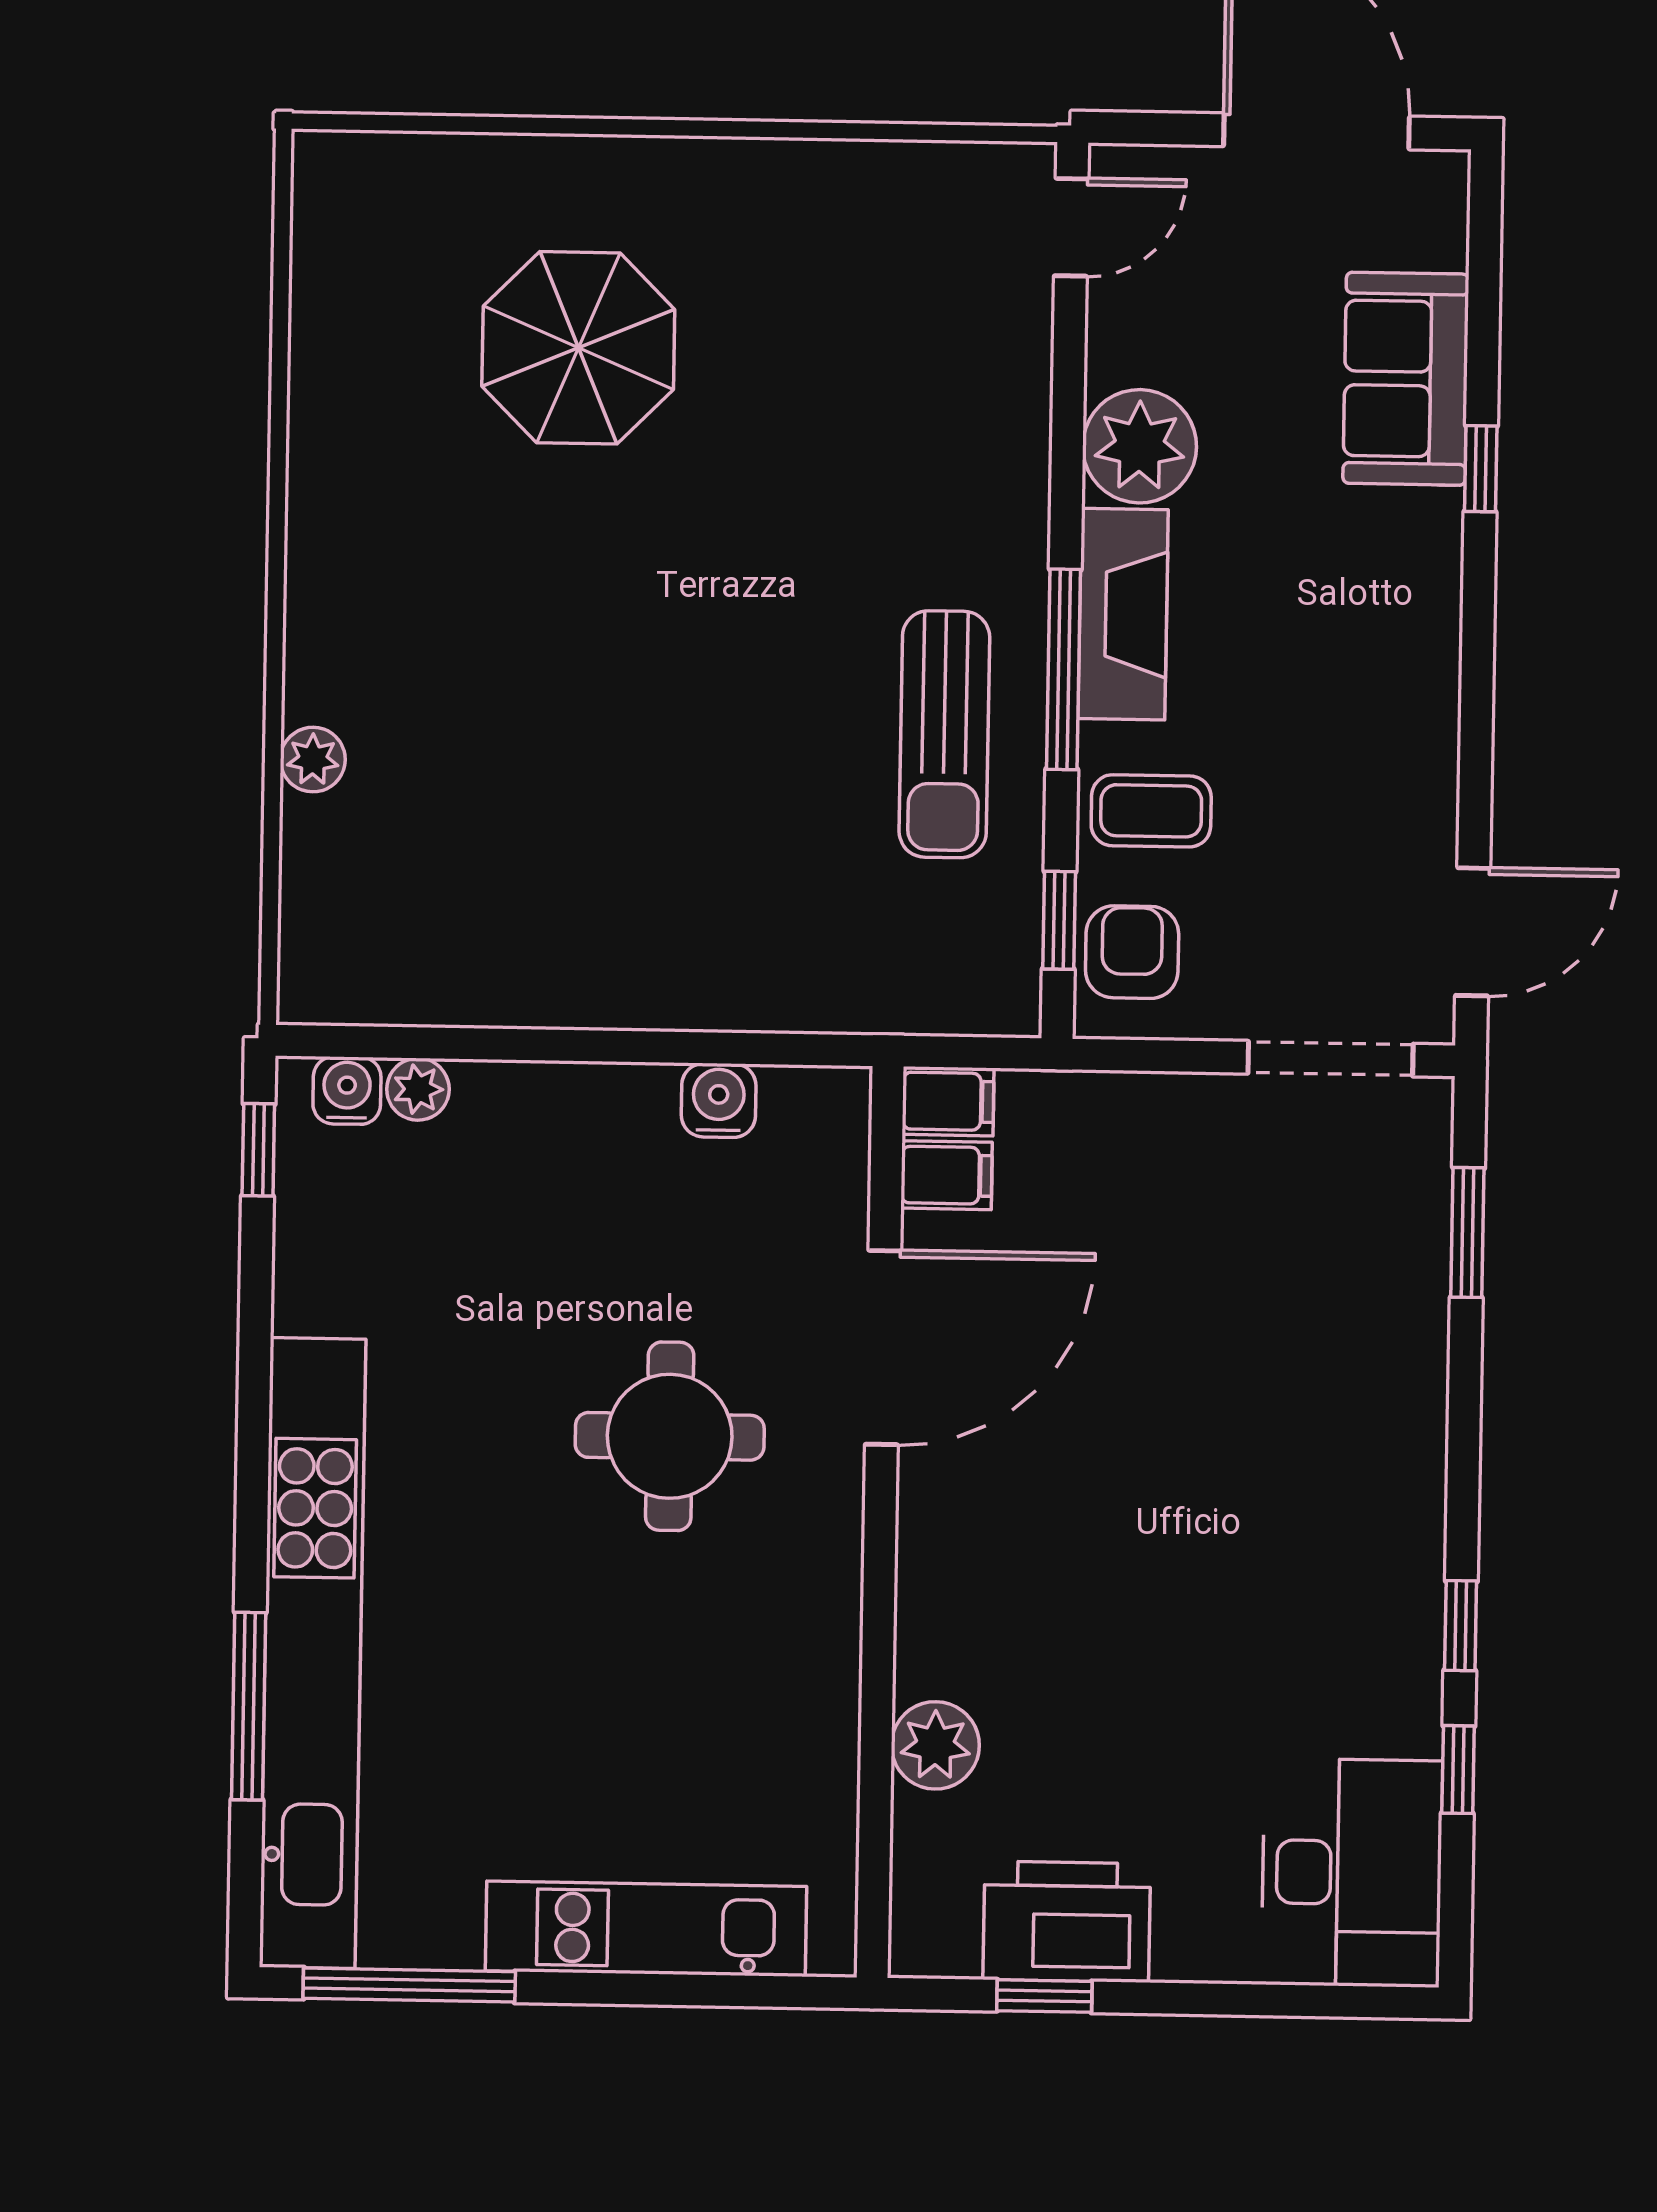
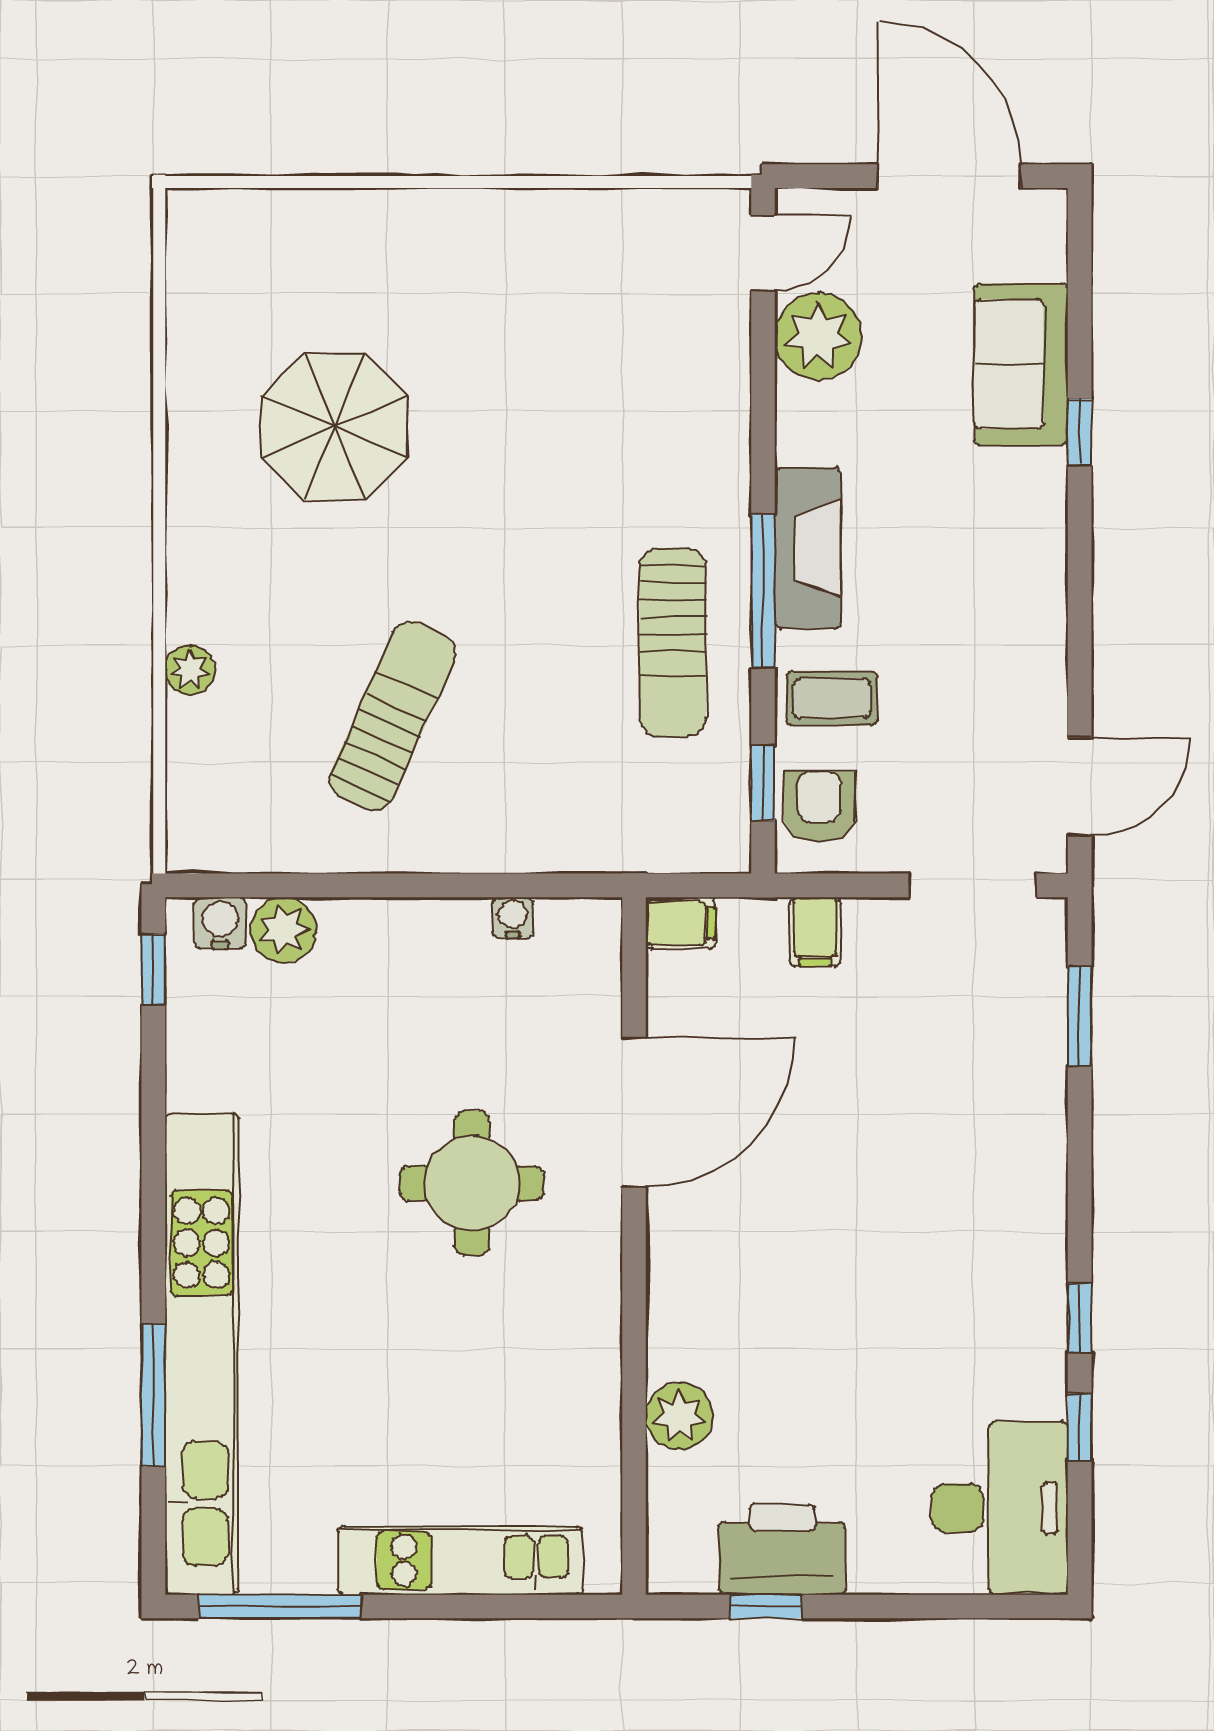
parasol: (578, 348) -> (334, 427), moved
plant: (1140, 446) -> (818, 336), moved
sun lounger: (577, 824) -> (392, 716), added
plant: (418, 1089) -> (284, 930), width x1.38, depth x1.38
water cooler: (719, 1100) -> (513, 918), width x0.72, depth x0.72
filing cabinet: (947, 1175) -> (815, 932), moved, turned 90

